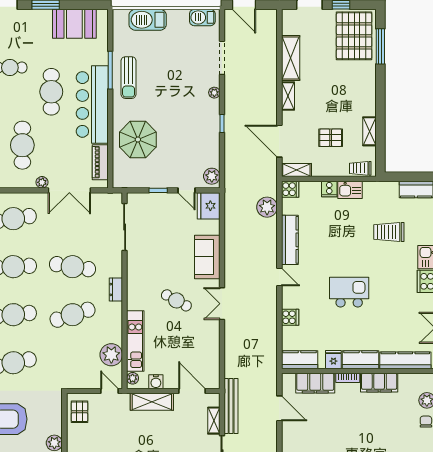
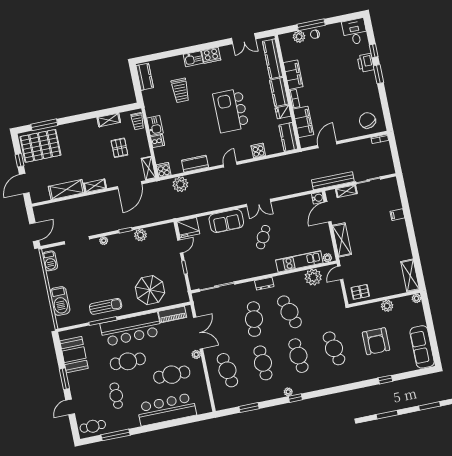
plant: (212, 176) -> (140, 235), moved
kitchen counter: (290, 240) -> (195, 164), width x0.67
kitchen island: (349, 292) -> (231, 111), width x1.37, depth x1.28
water cooler: (156, 382) -> (318, 198), moved

